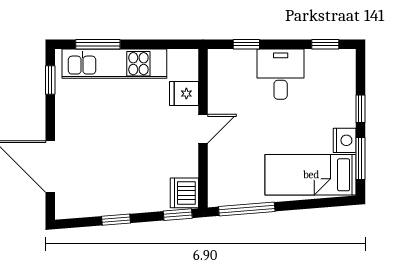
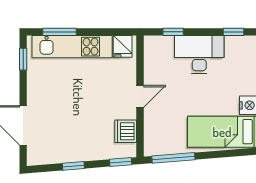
desk: (281, 74) -> (199, 55), width x1.37
fridge: (184, 94) -> (123, 46), moved, turned -90
dishwasher: (184, 193) -> (126, 131), moved

